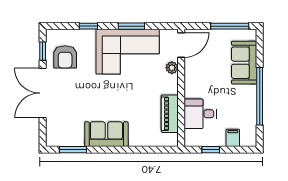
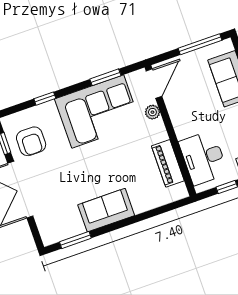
window: (131, 26) -> (105, 77), moved
desk: (200, 114) -> (203, 158), width x1.37

